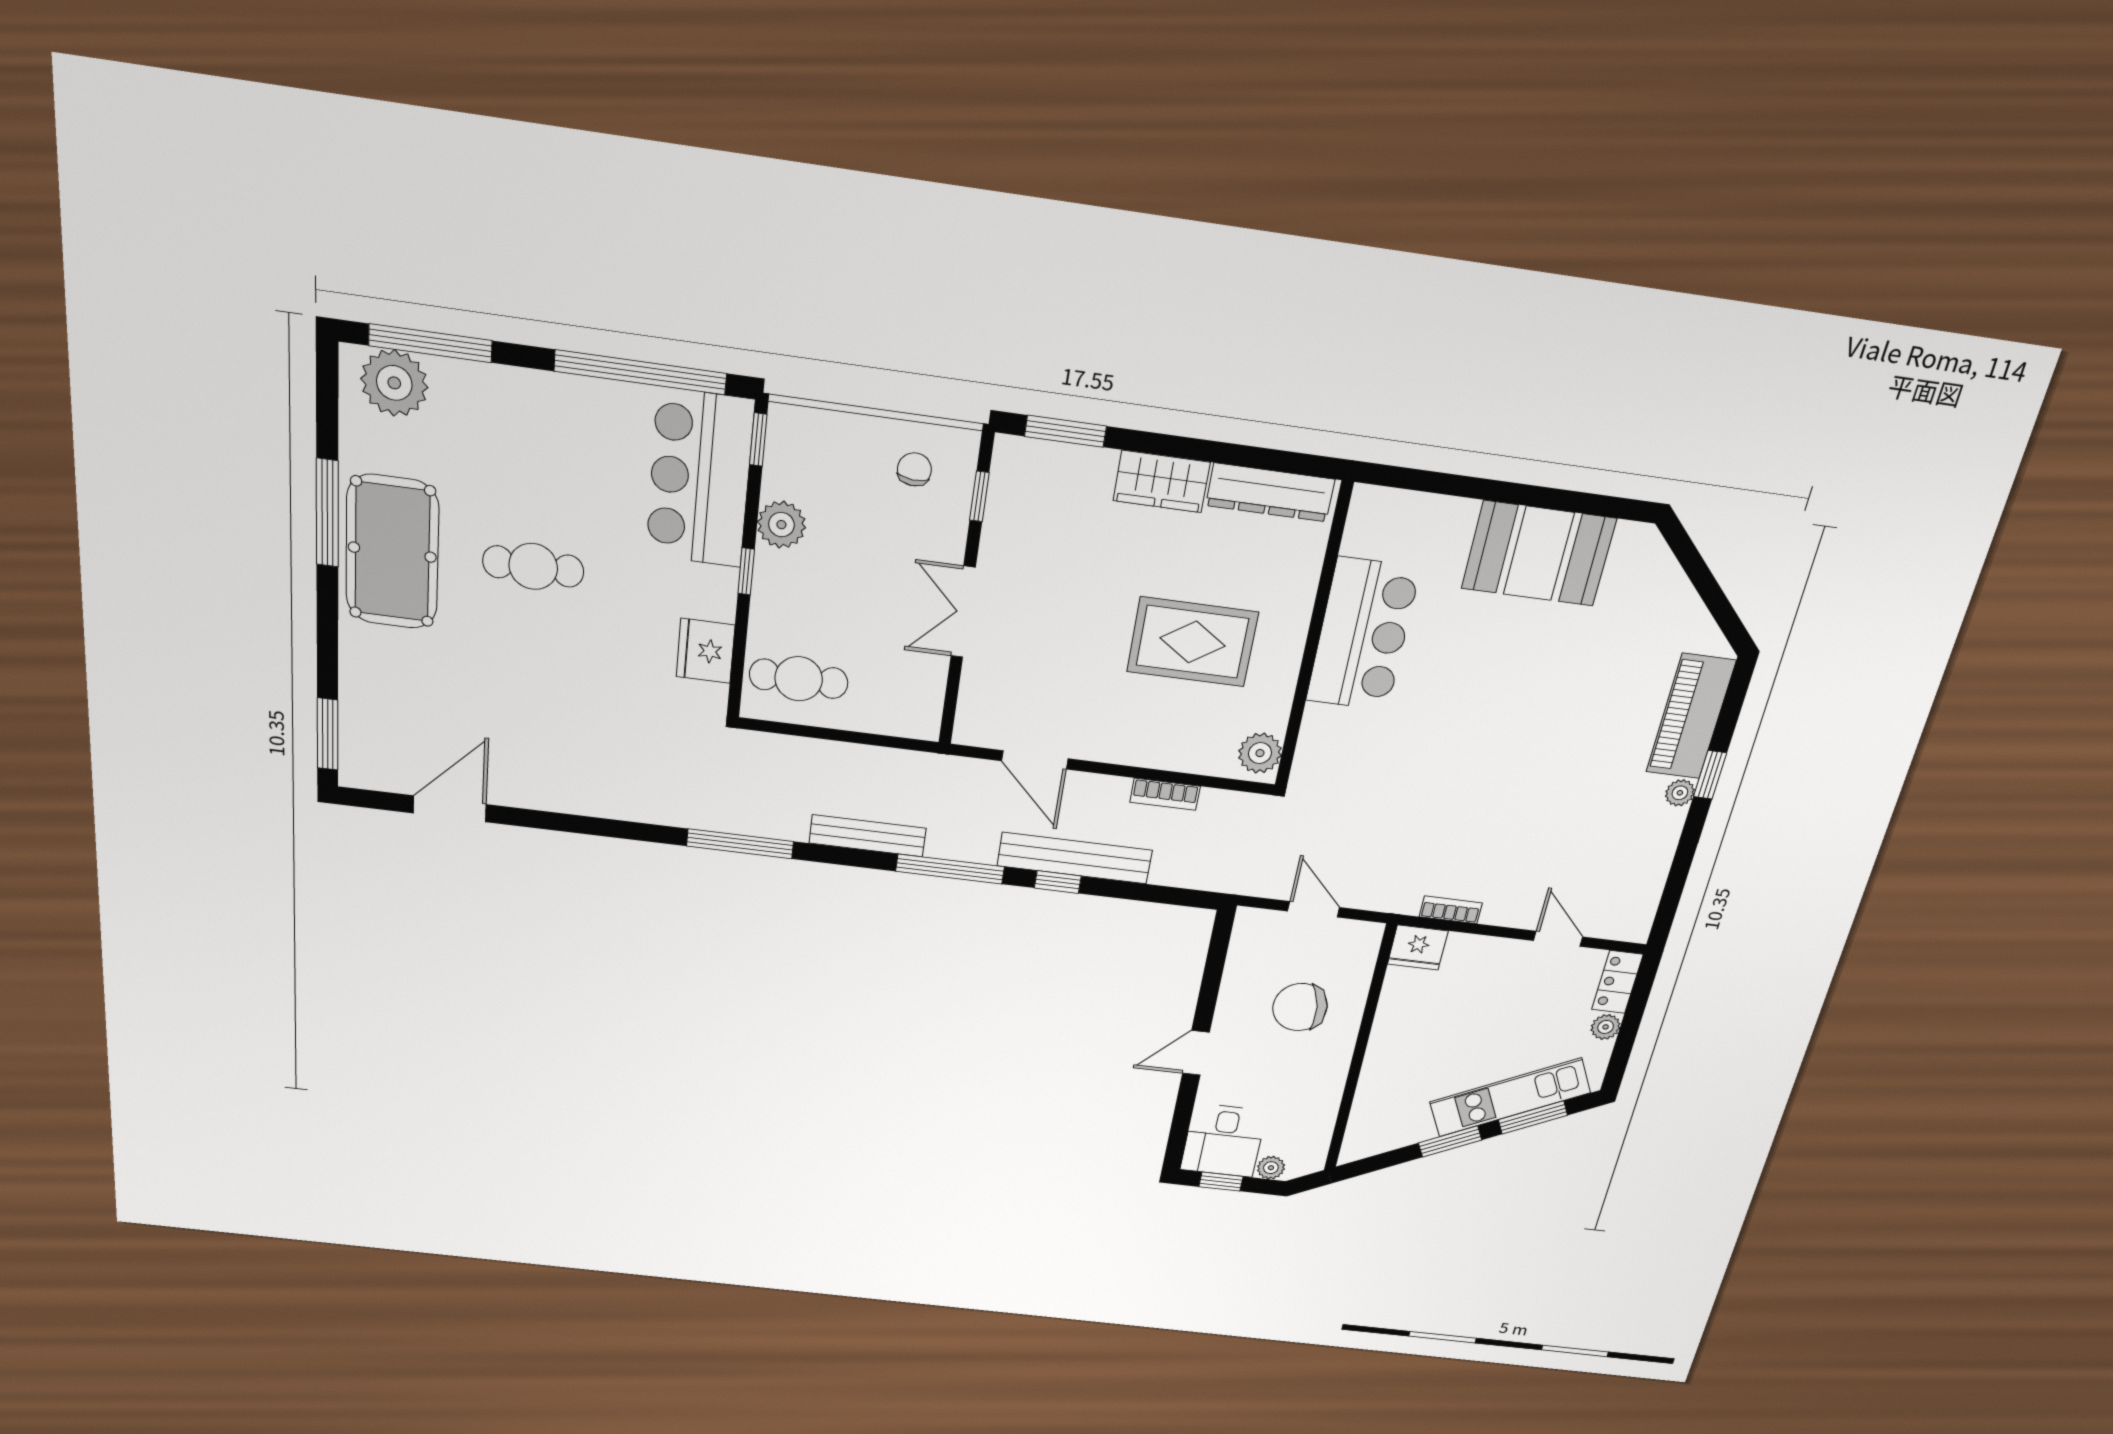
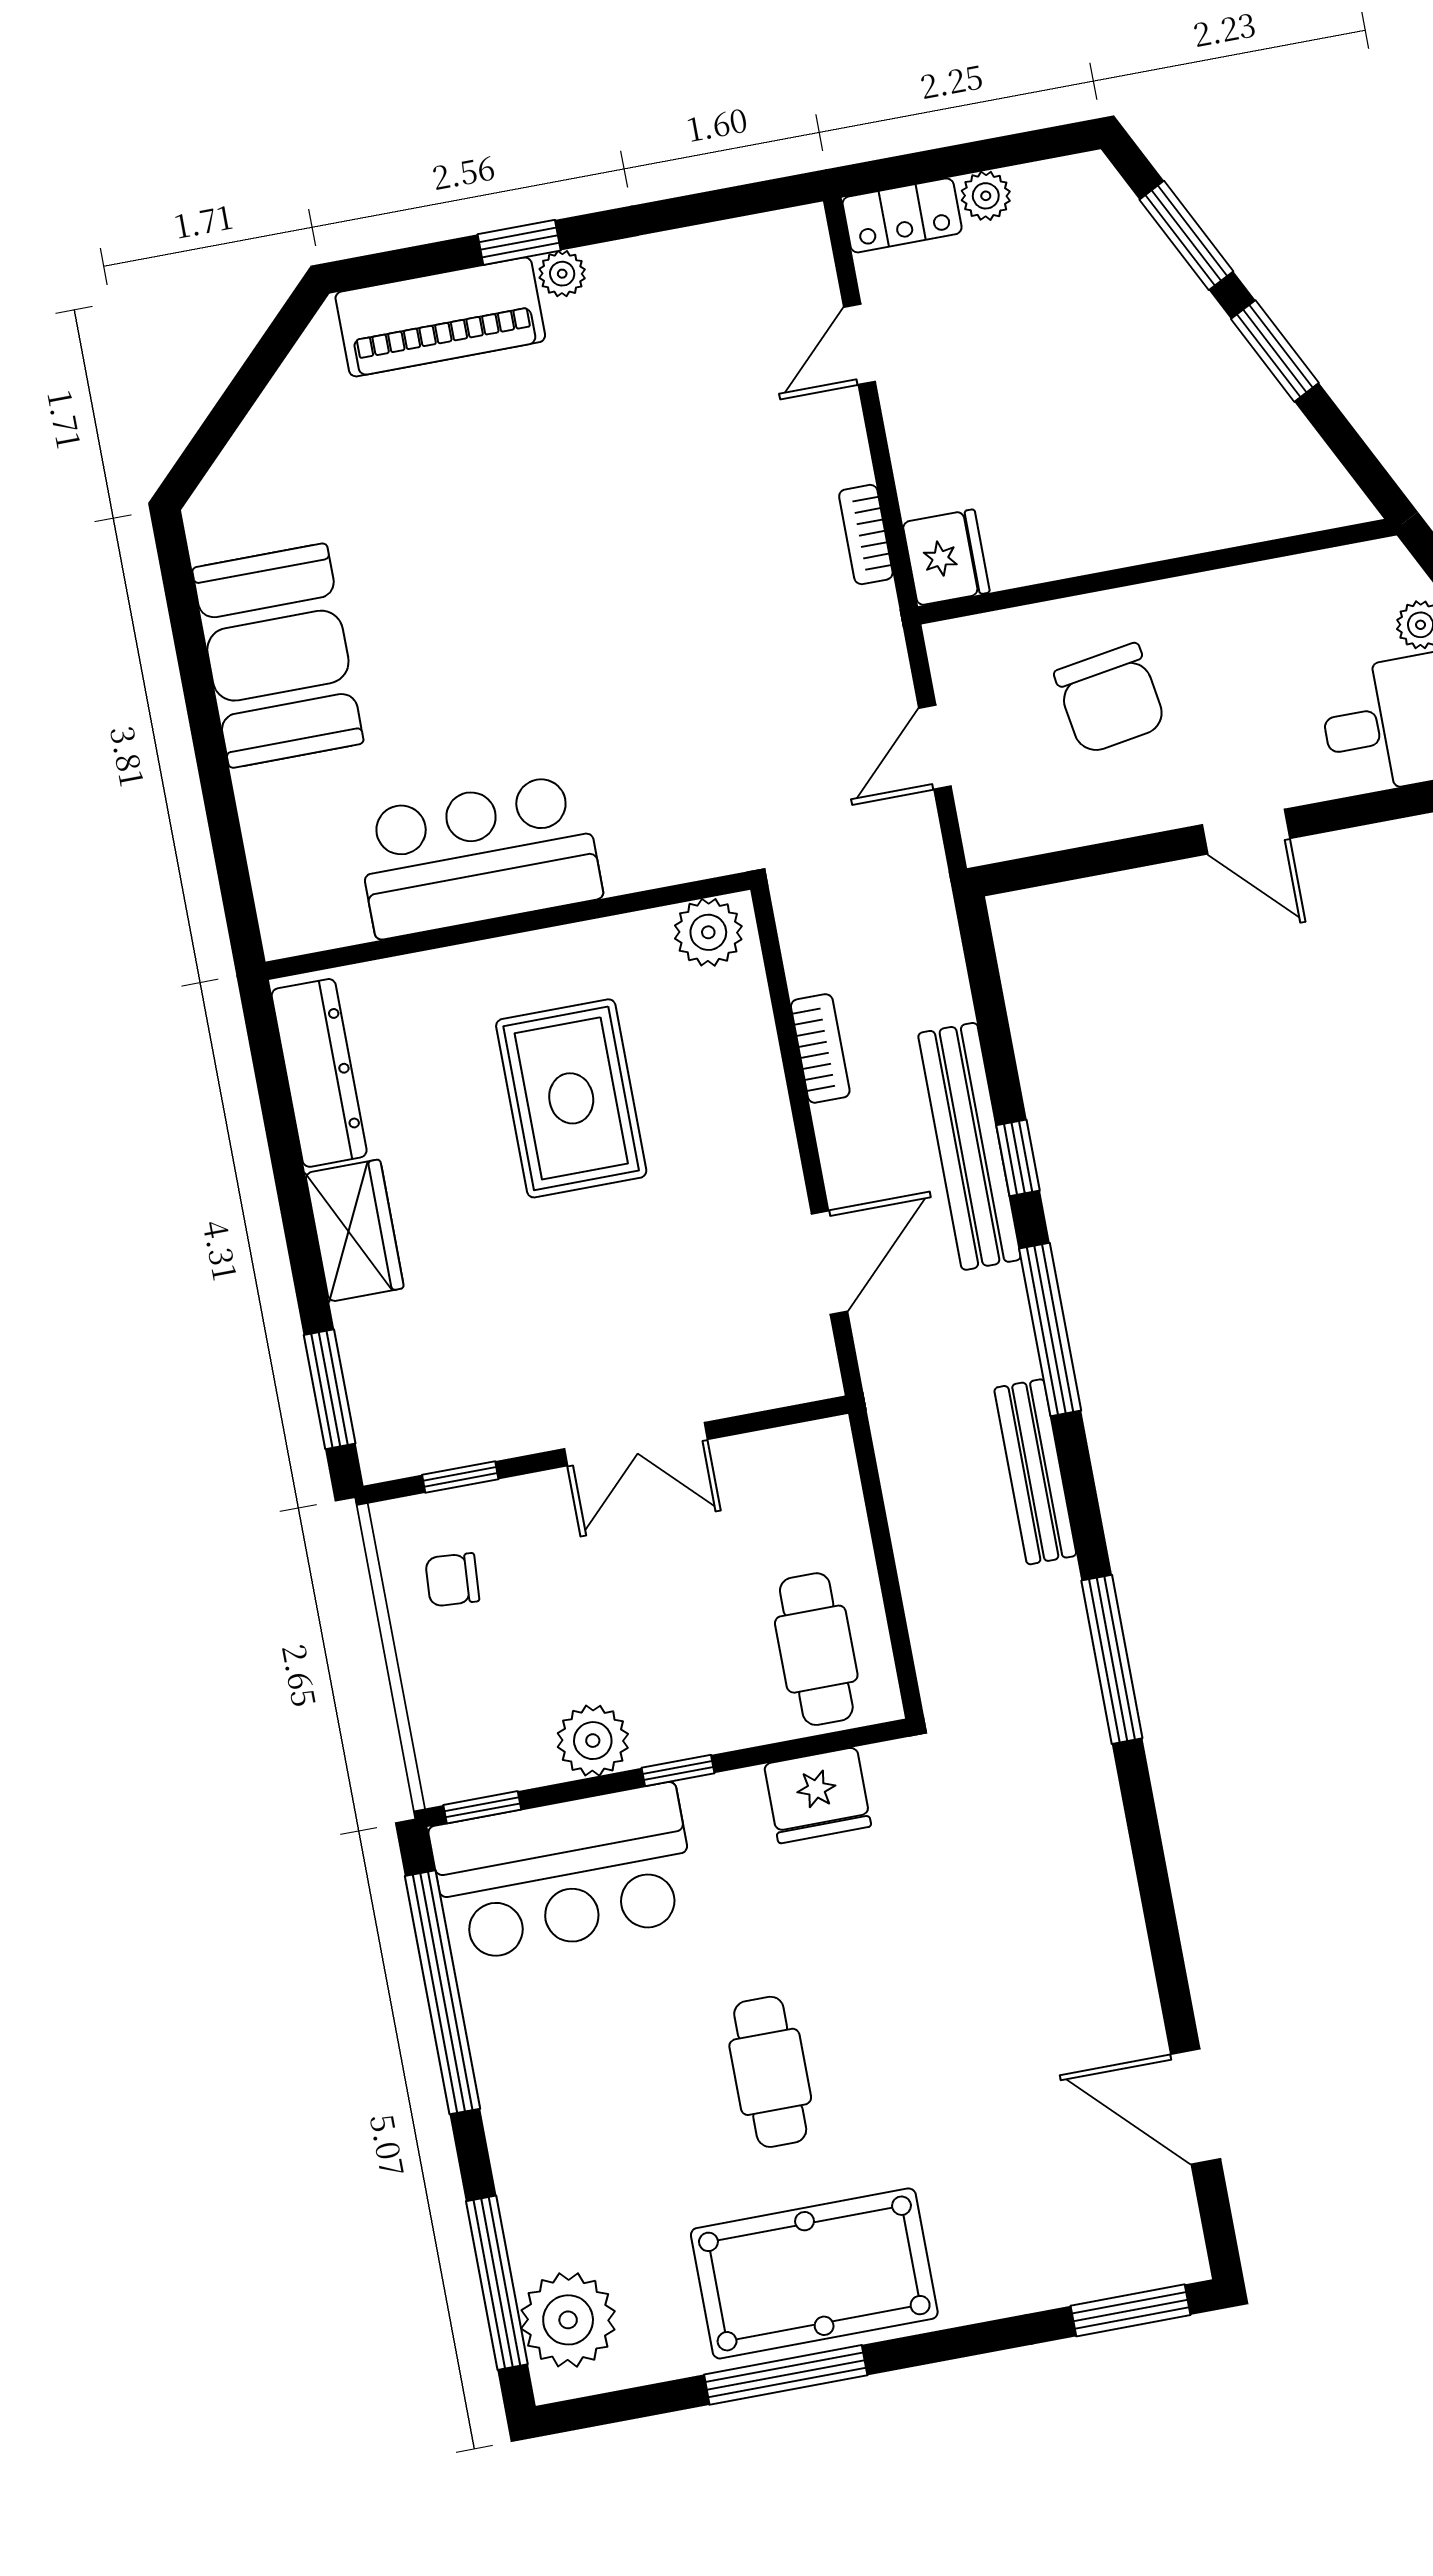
kitchen unit: (1510, 1097) -> (1162, 290), removed

